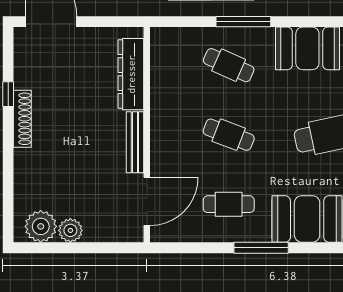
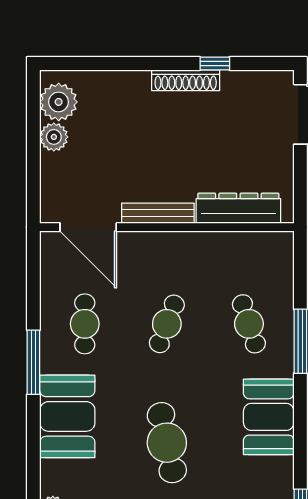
cafe table: (229, 65) -> (249, 324), turned -42

